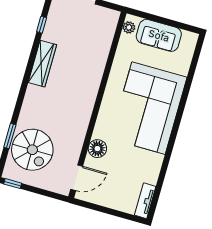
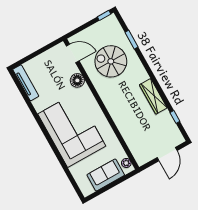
spiral stairs: (32, 150) -> (111, 61), moved
door: (77, 178) -> (73, 53), swing flipped
tv unit: (145, 201) -> (26, 83), width x1.41

